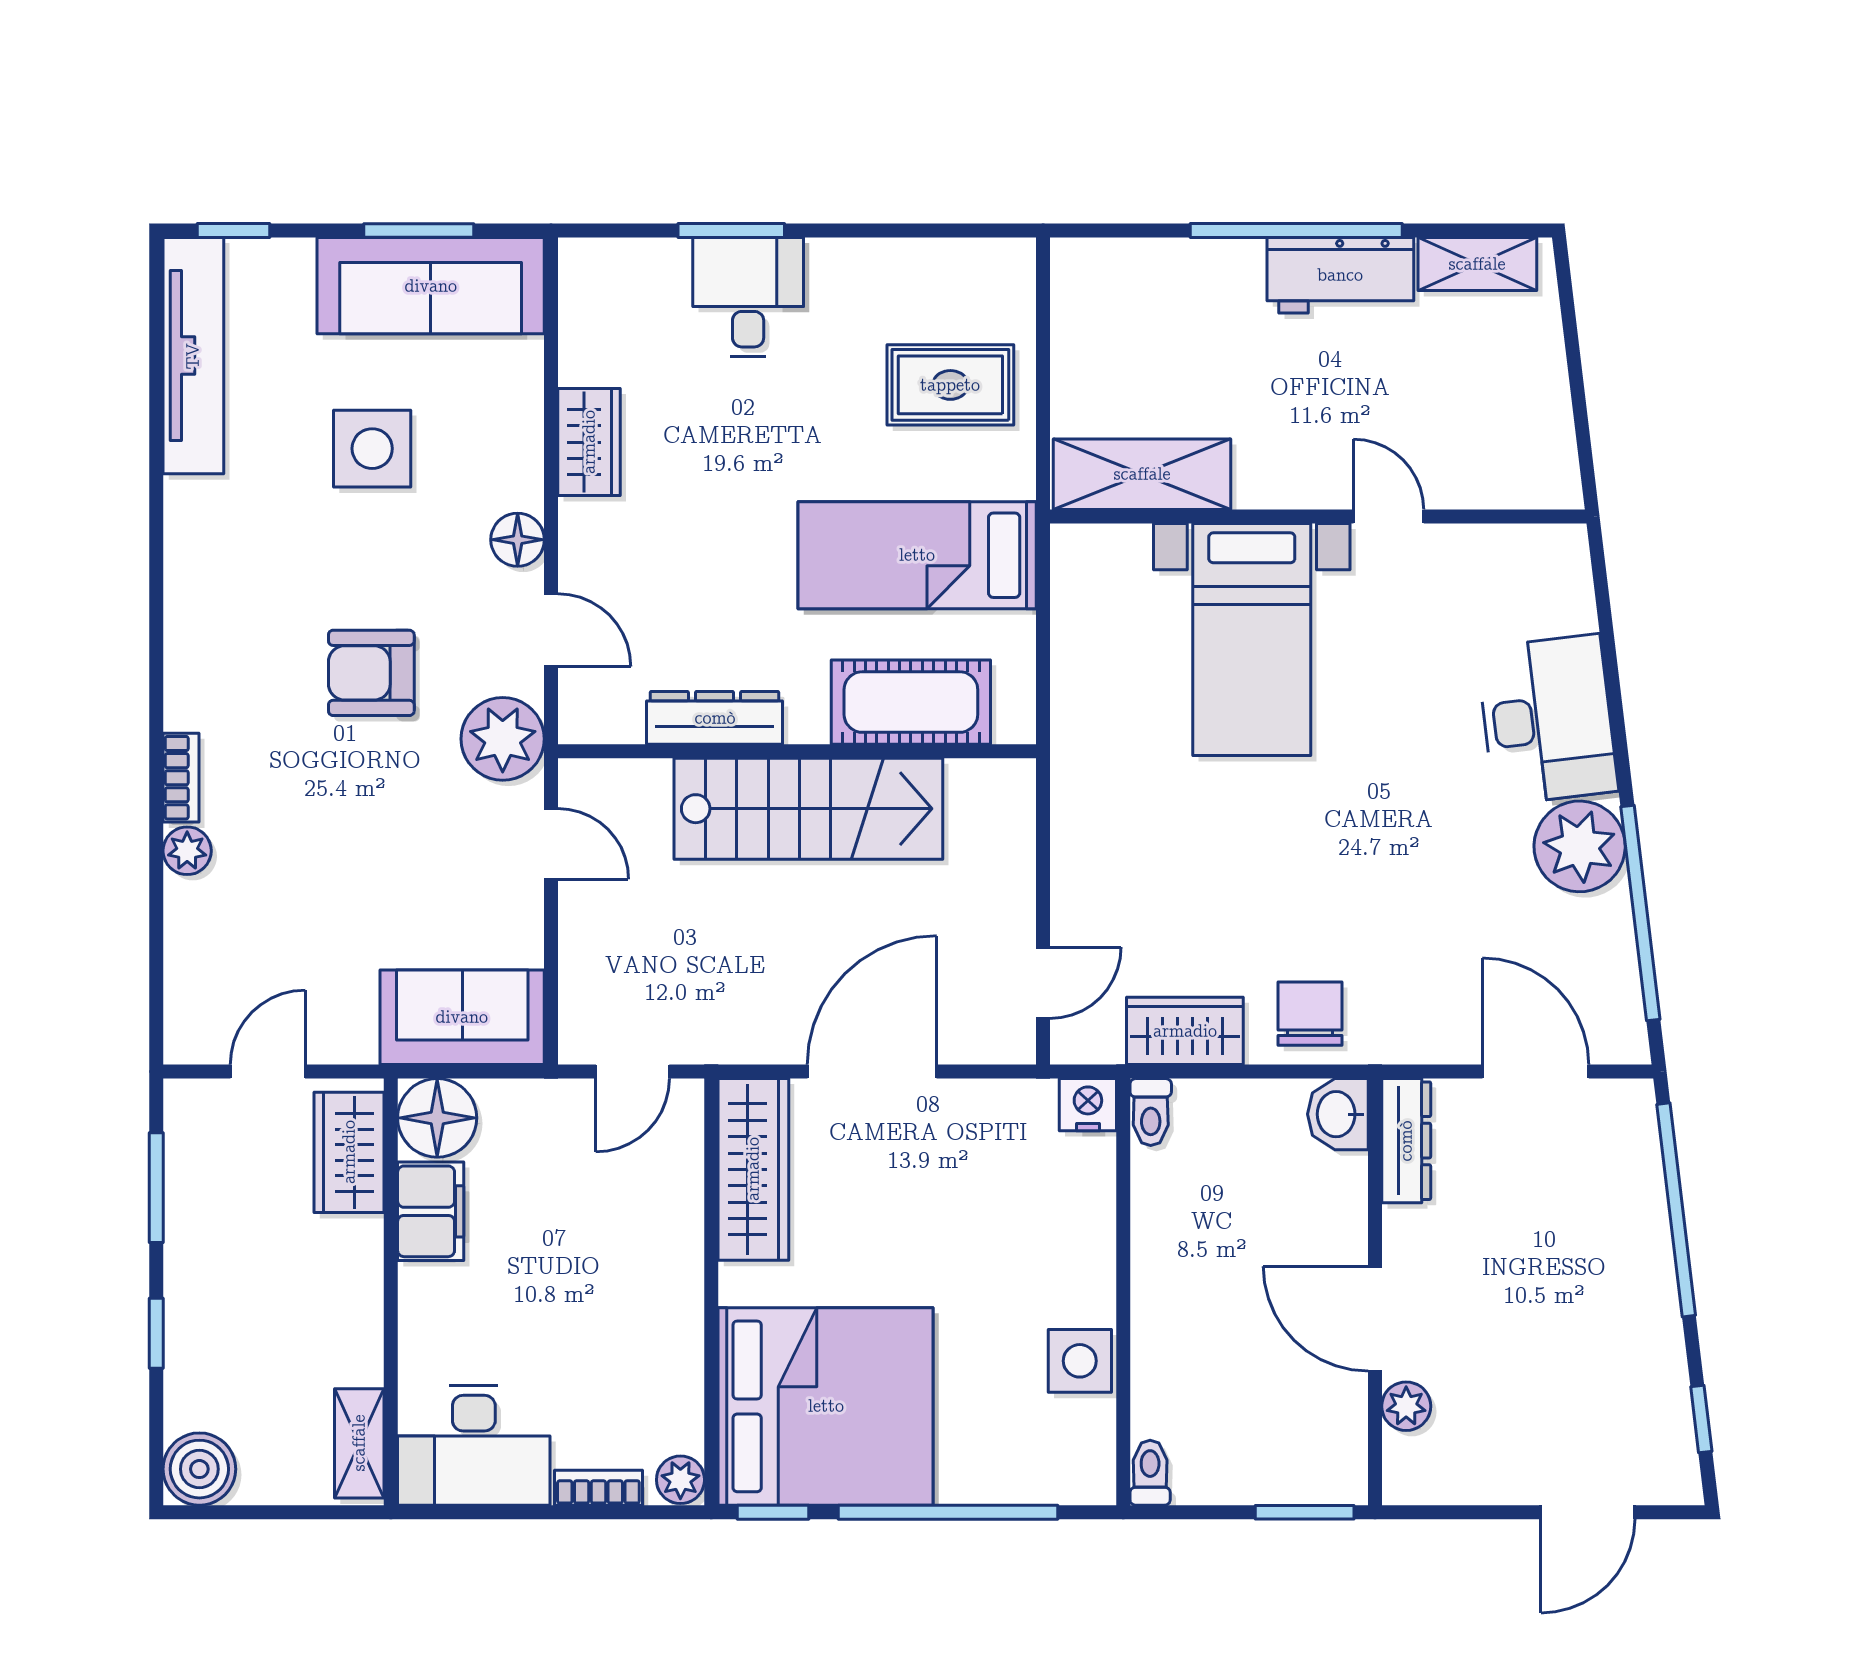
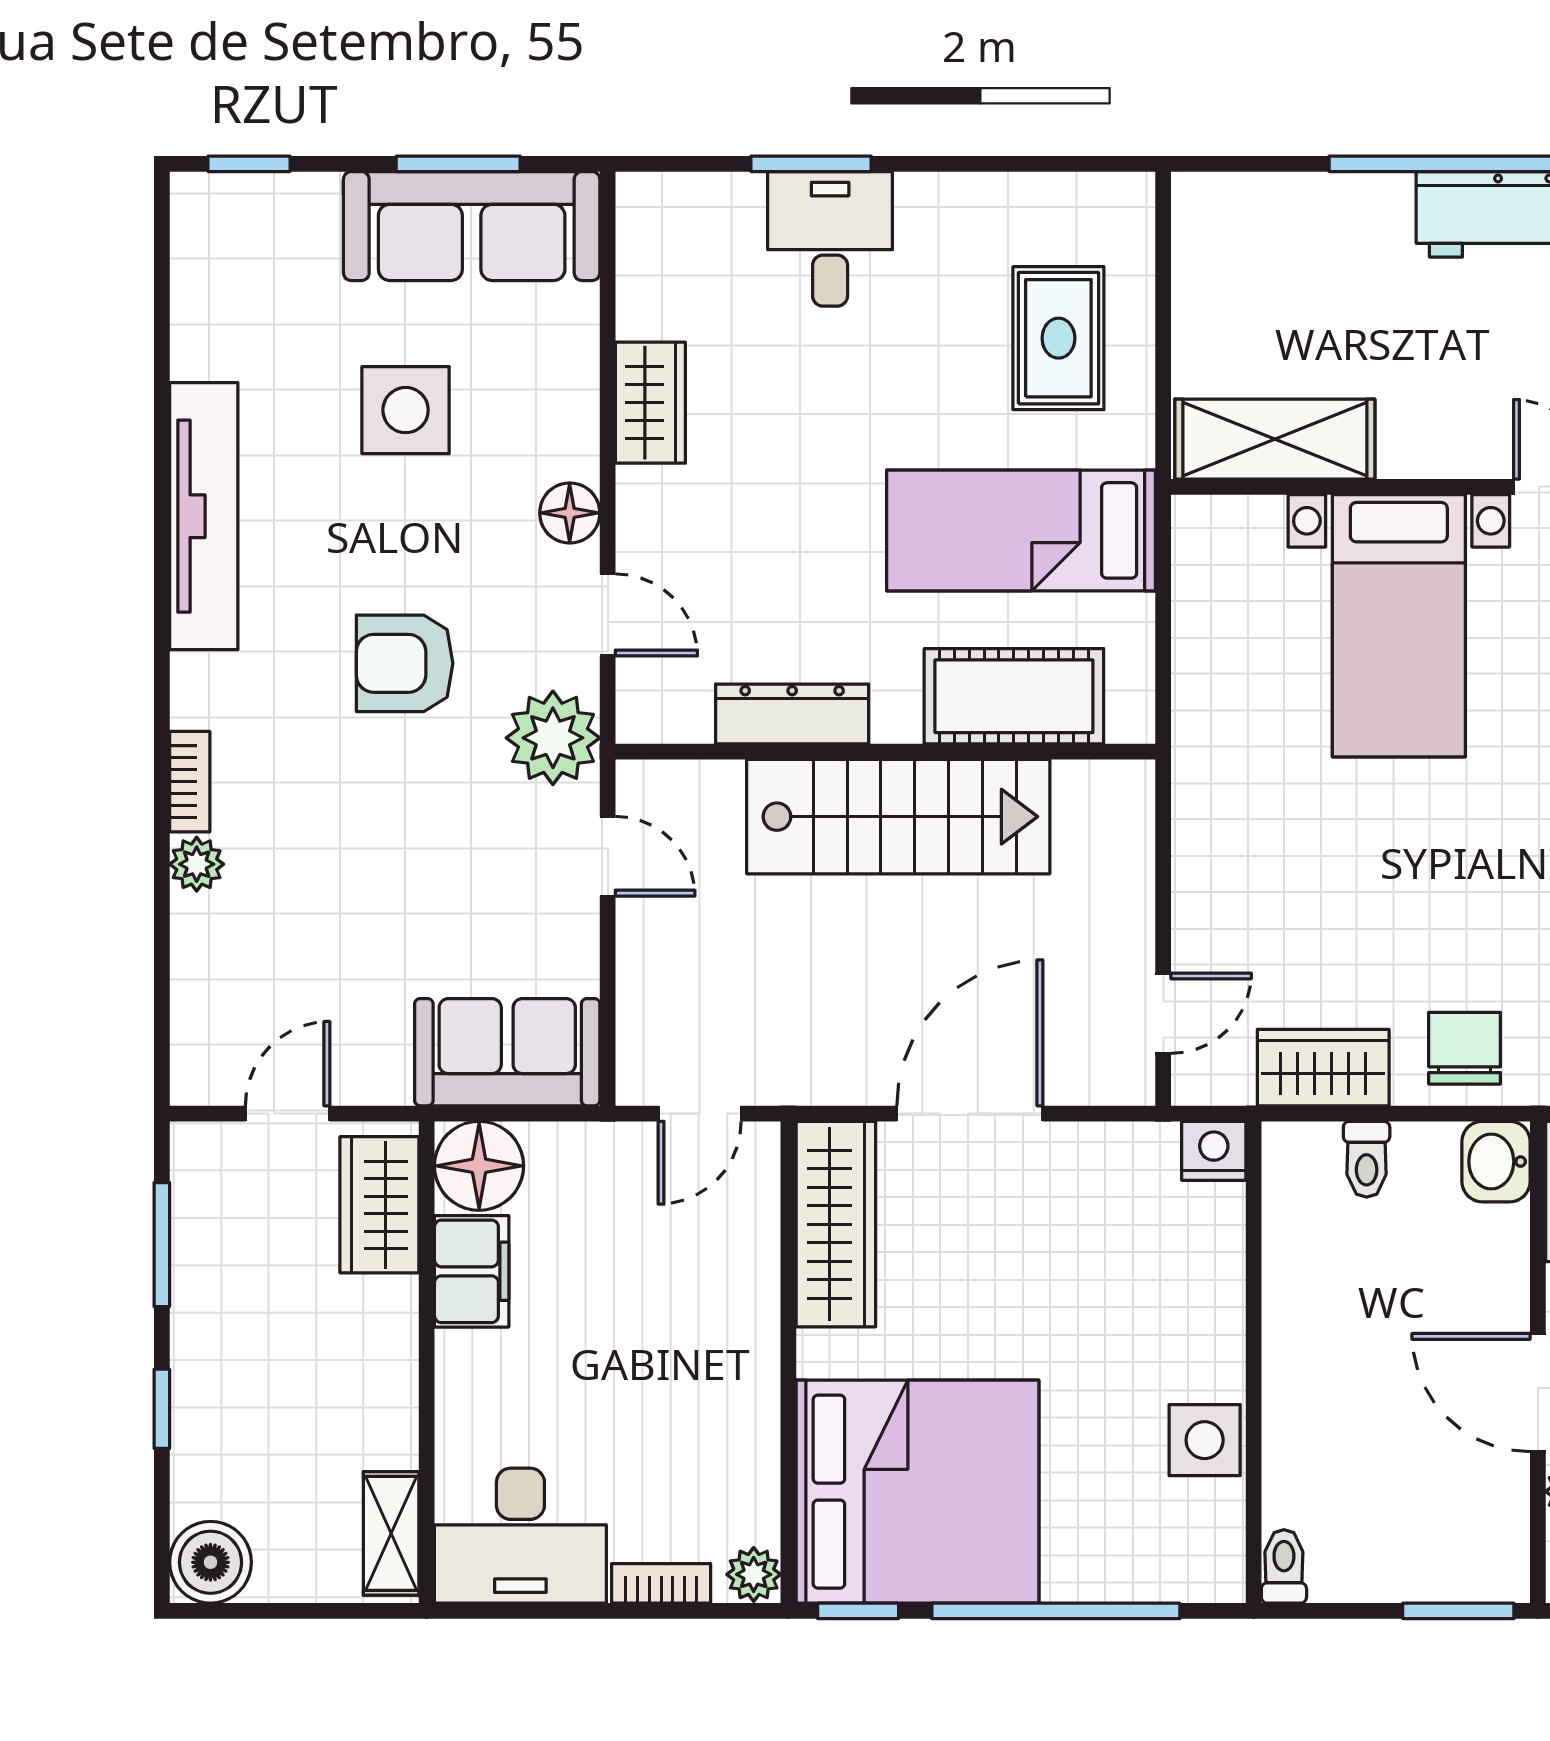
tv unit: (193, 356) -> (204, 516), moved
rug: (950, 385) -> (1058, 338), turned 90
toilet: (1151, 1112) -> (1367, 1159), moved

